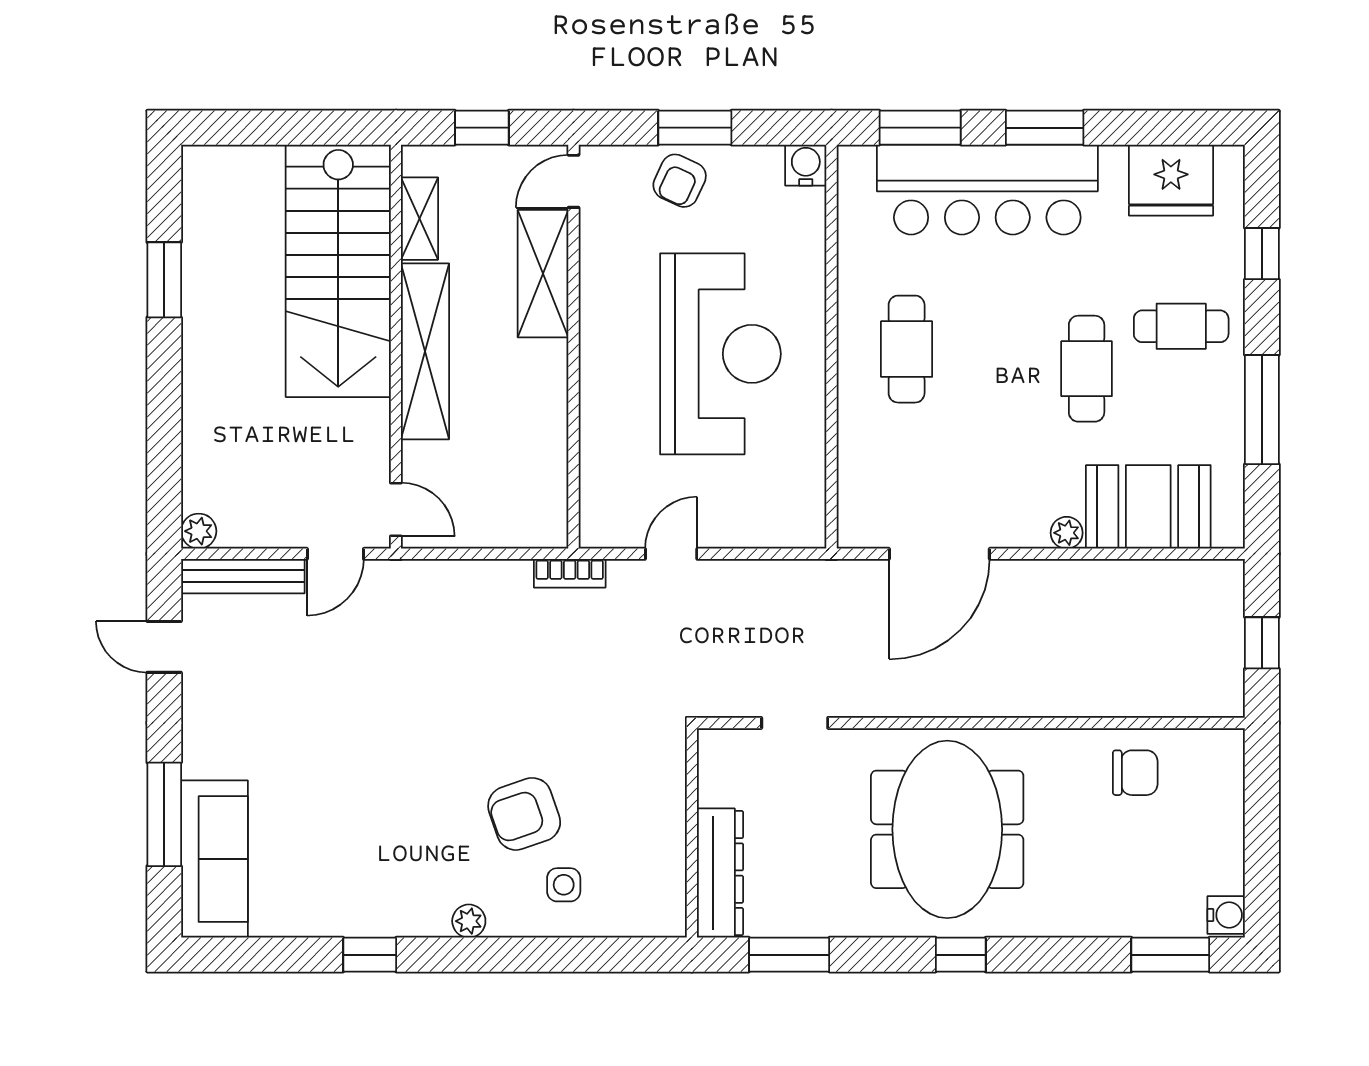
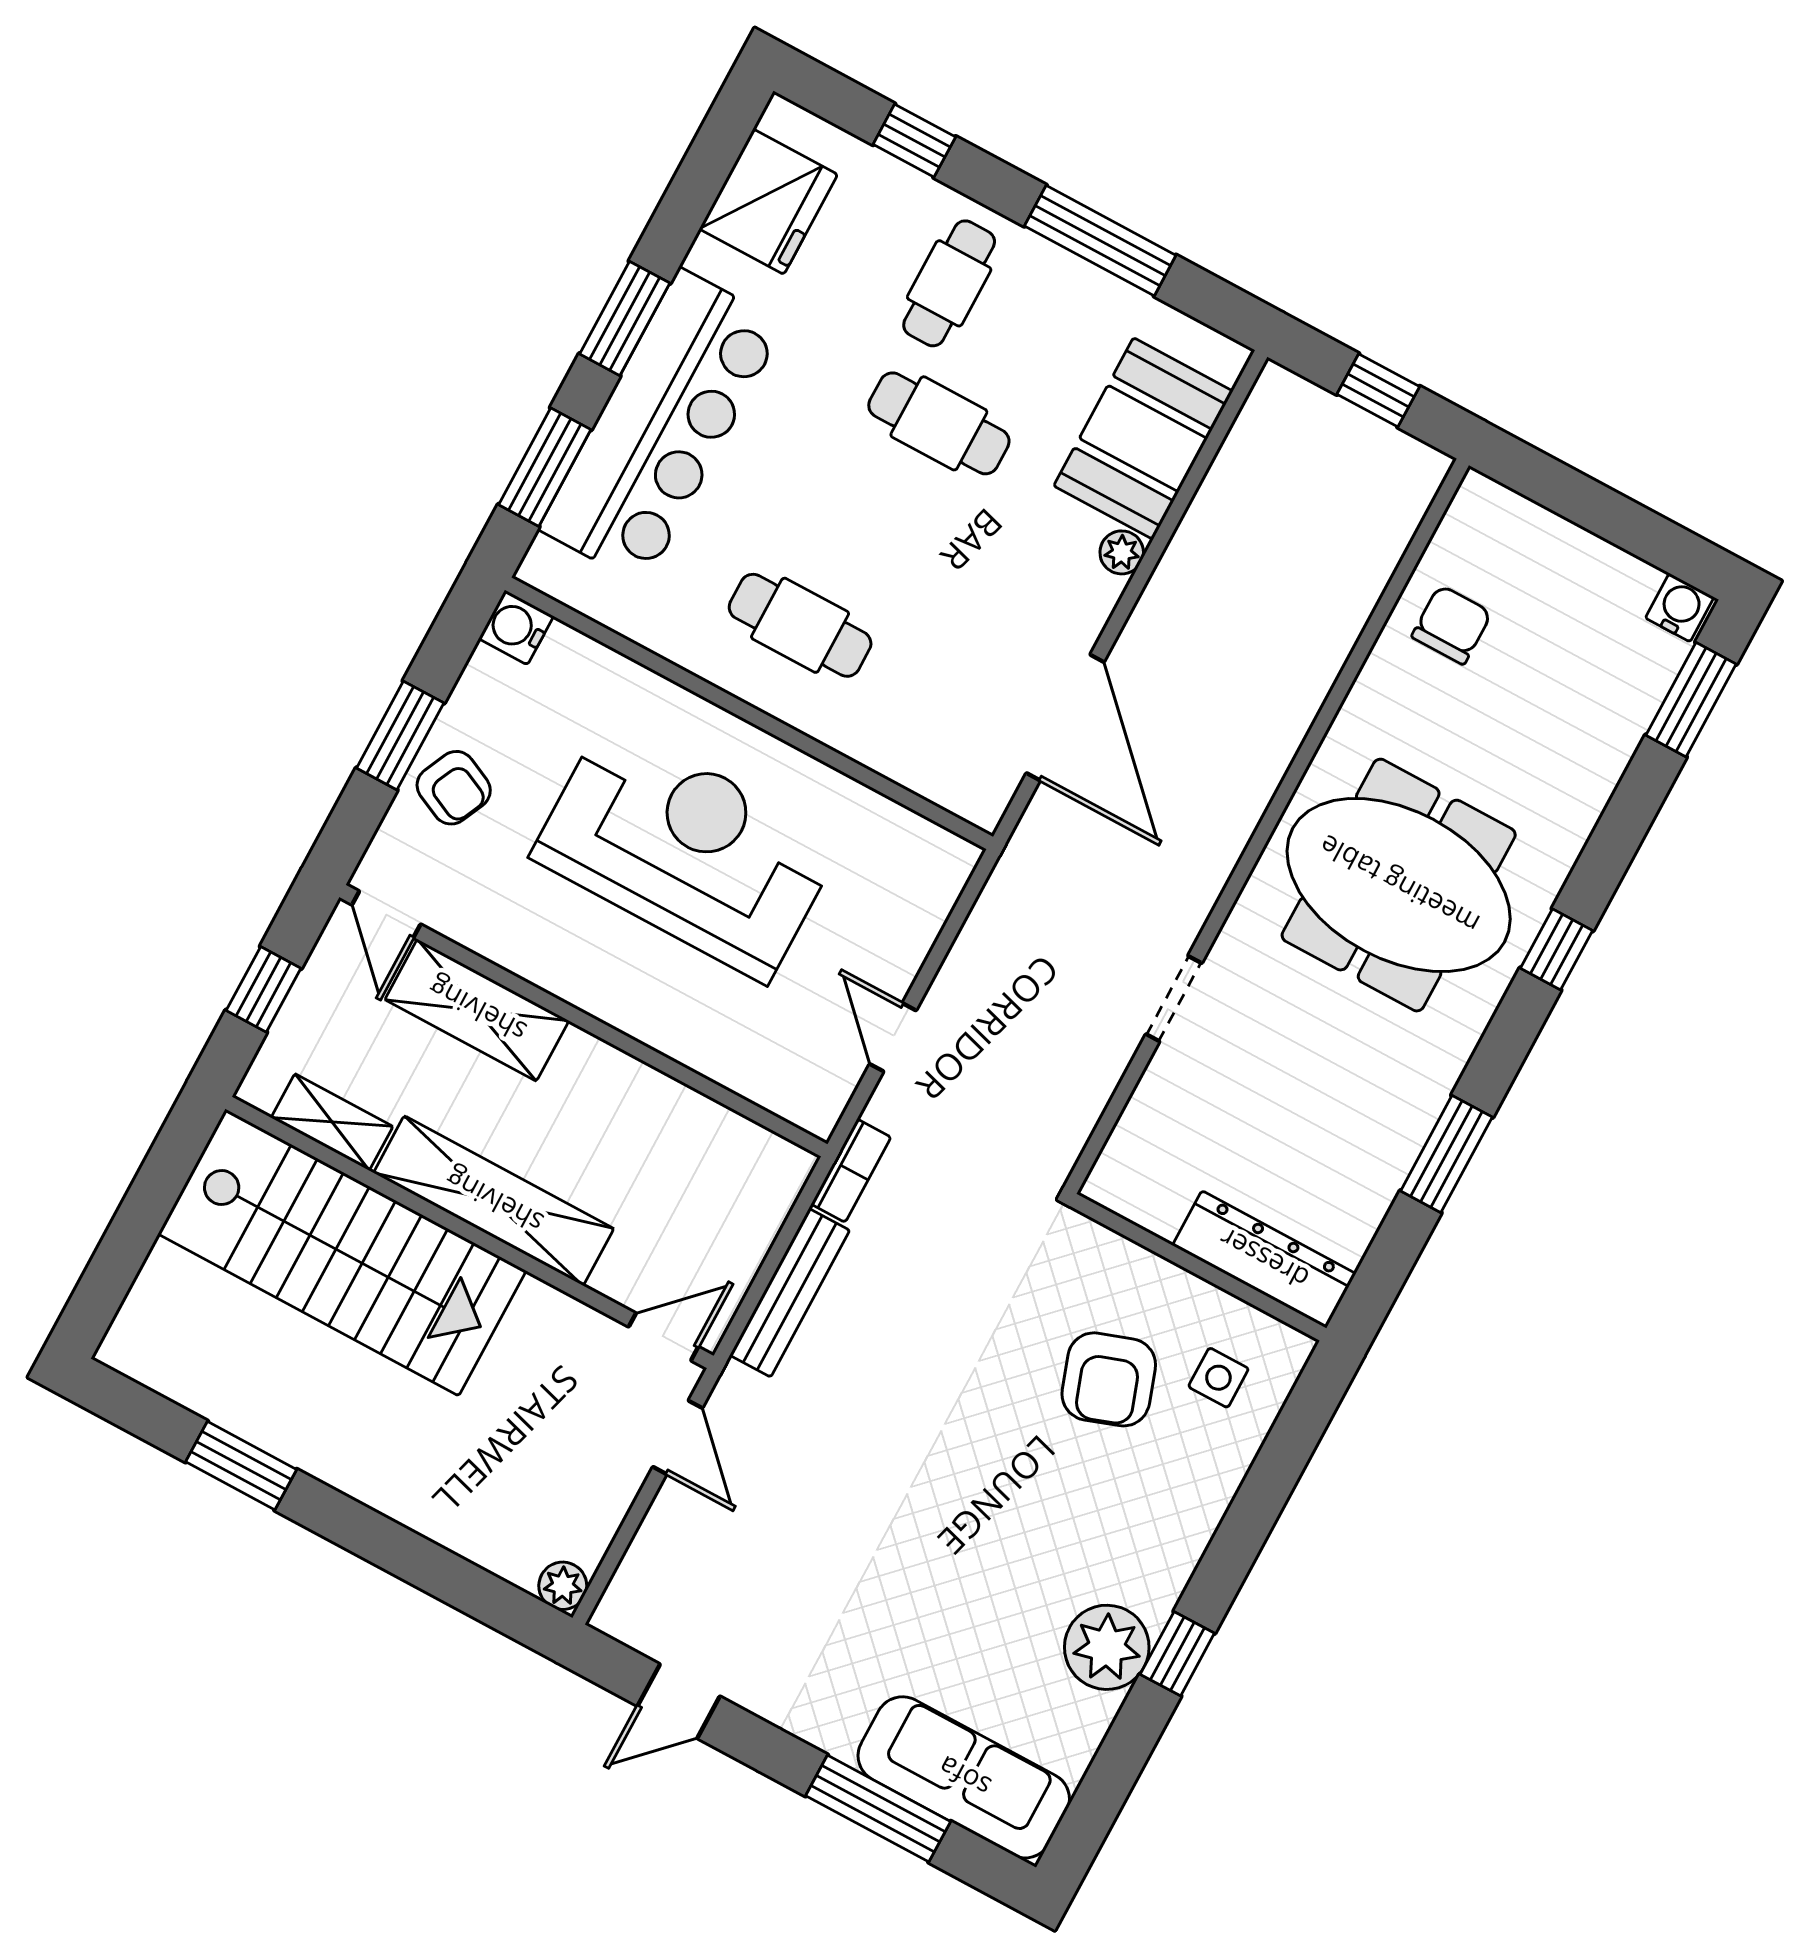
bench: (243, 576) -> (790, 1293), moved
wall: (692, 833) -> (1198, 1267), moved
dresser: (720, 873) -> (1264, 1259), moved
plant: (469, 921) -> (1107, 1647), moved, width x1.88, depth x1.88

